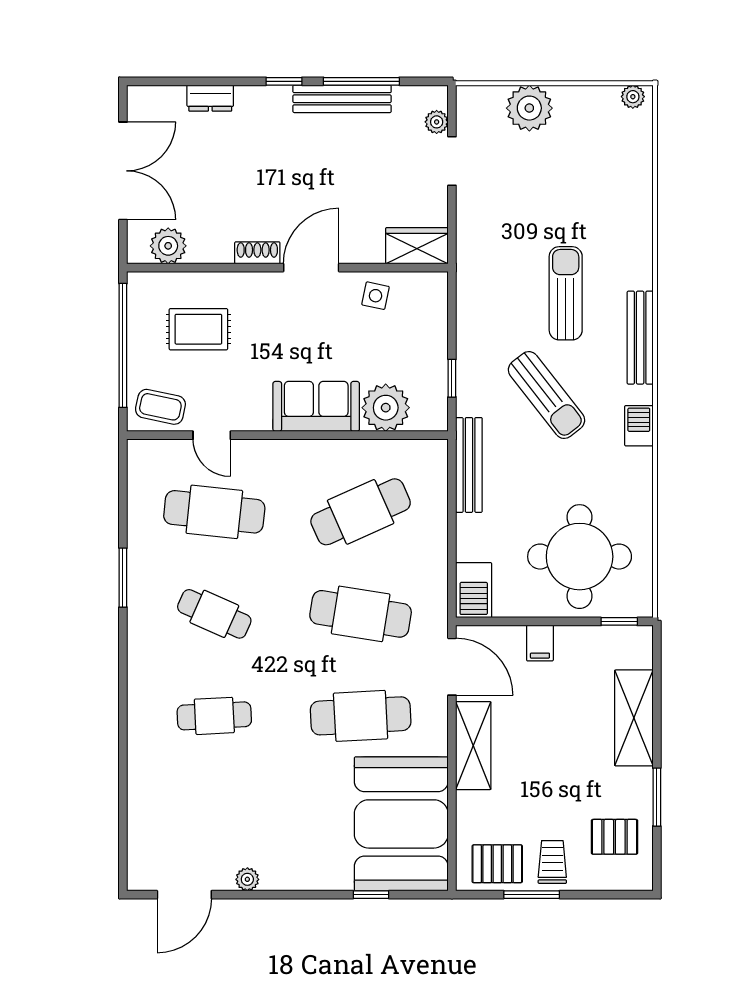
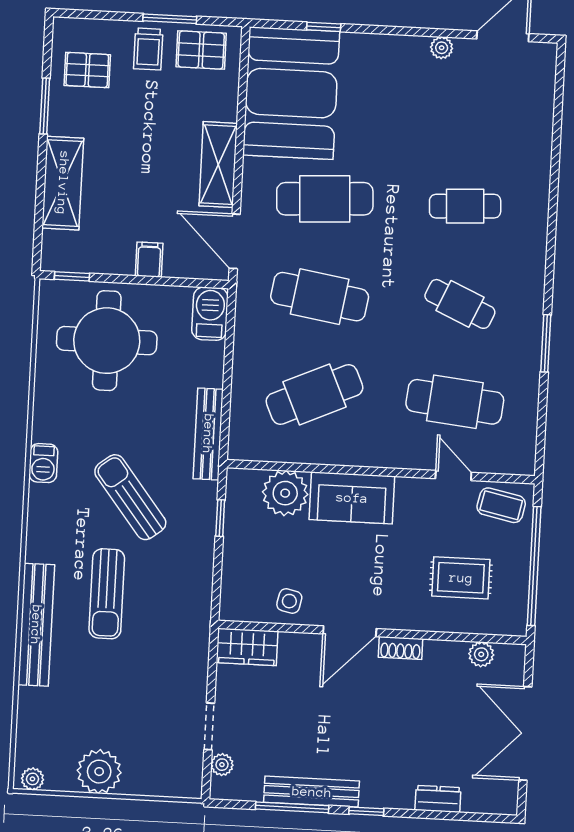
plant: (529, 108) -> (99, 772), moved
plant: (168, 246) -> (481, 654), width x0.73, depth x0.73
bench: (640, 338) -> (36, 625), moved, width x1.37, depth x1.21

